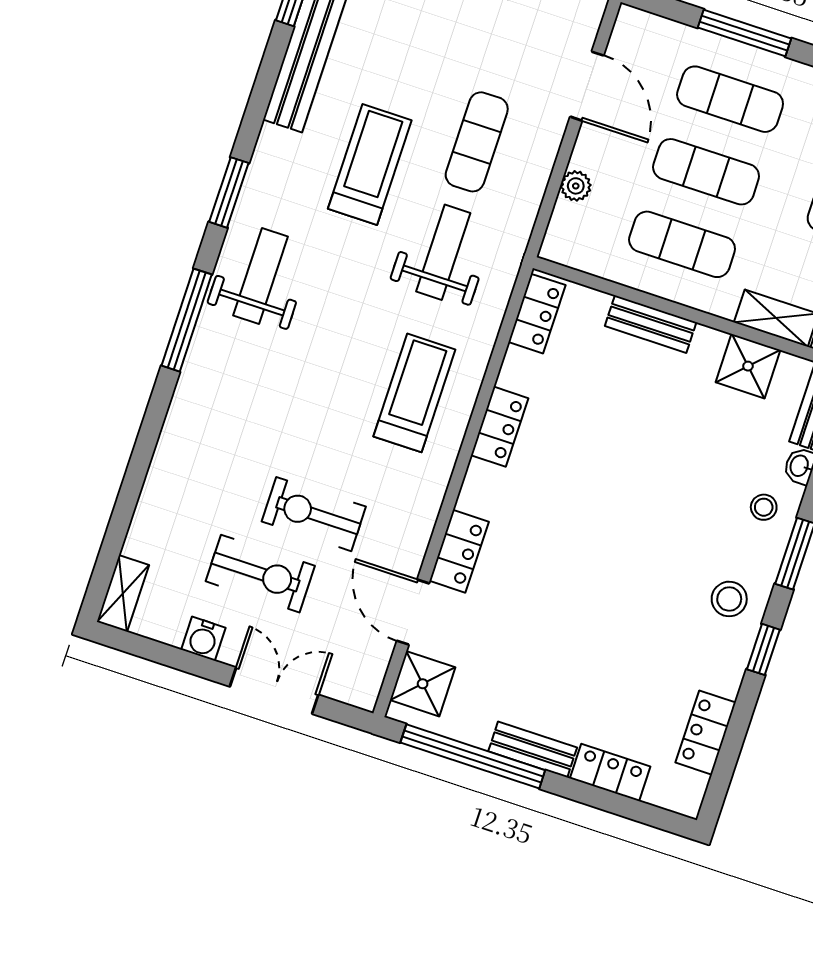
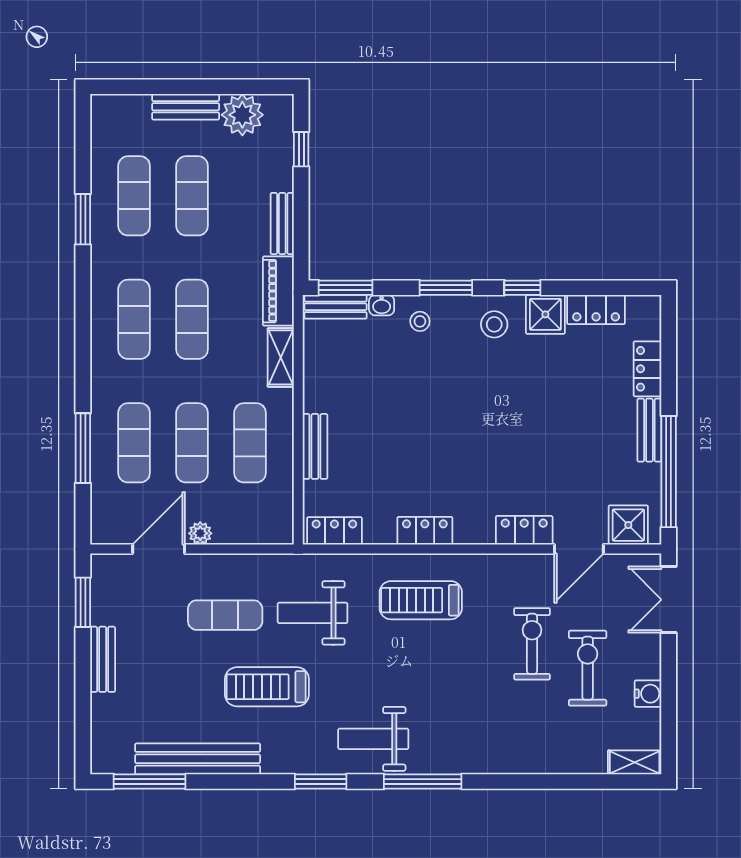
plant: (576, 186) -> (200, 533), moved
shower: (748, 366) -> (545, 314), moved
exercise bike: (314, 514) -> (532, 644), turned 180
double door: (274, 691) -> (669, 600), moved

